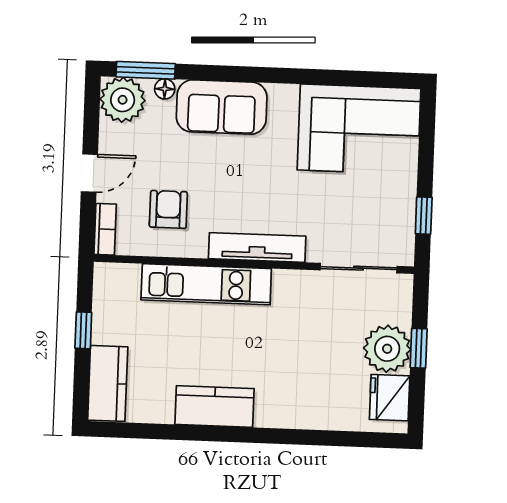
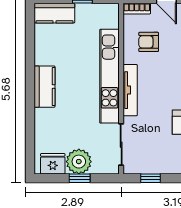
armchair: (168, 209) -> (149, 42), turned 180
kitchen unit: (206, 284) -> (109, 76), width x1.36
kitchen counter: (215, 406) -> (44, 87), moved

